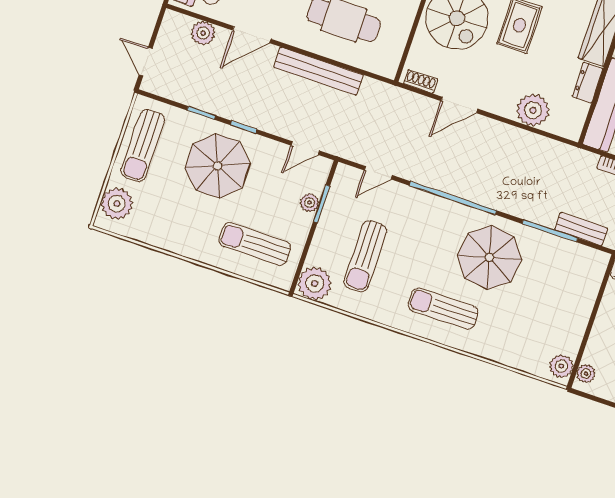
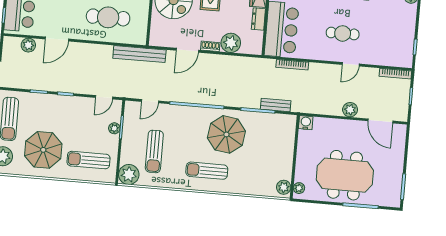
bench: (318, 71) -> (139, 54), moved
shoe rack: (421, 81) -> (210, 46), moved
parasol: (218, 166) -> (43, 150), moved

